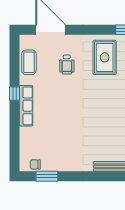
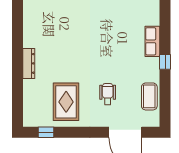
row of seats: (26, 106) -> (152, 41), width x0.68

